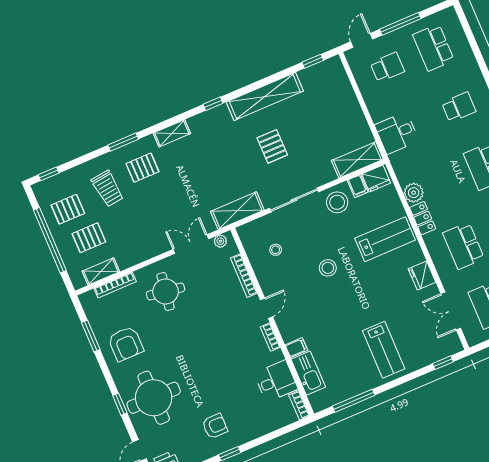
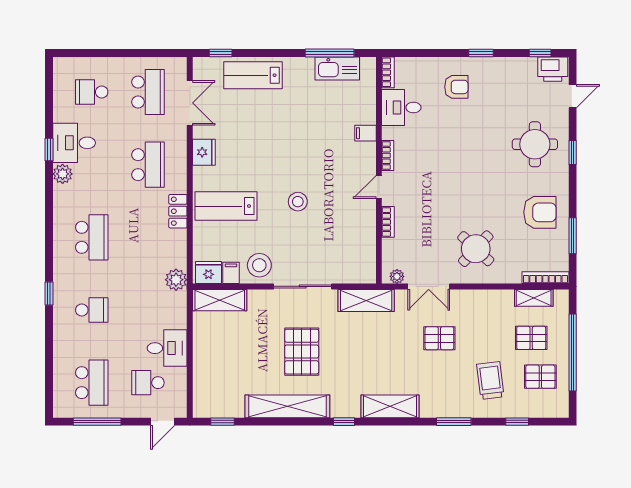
window: (400, 24) -> (97, 422), moved
school desk: (459, 107) -> (92, 310), turned 180
shelving: (172, 133) -> (390, 406), width x1.50, depth x1.33
desk: (397, 133) -> (167, 348), moved
pallet: (272, 146) -> (302, 352), width x1.50, depth x1.42
pallet: (142, 168) -> (439, 338), moved
window: (49, 174) -> (517, 422), moved
plant: (414, 193) -> (176, 280), moved
stool: (276, 250) -> (344, 243), removed
bookcase: (244, 276) -> (388, 222), width x0.64
bookcase: (115, 285) -> (545, 278), moved
round table: (166, 292) -> (476, 249), turned 34
armchair: (126, 344) -> (540, 212), turned 90
lab bench: (384, 350) -> (253, 75), moved, turned -90
kitchen sink: (308, 373) -> (337, 68), moved, turned -90
round table: (154, 398) -> (535, 144), width x0.73, depth x0.73
armchair: (215, 426) -> (456, 87), moved, turned 180

